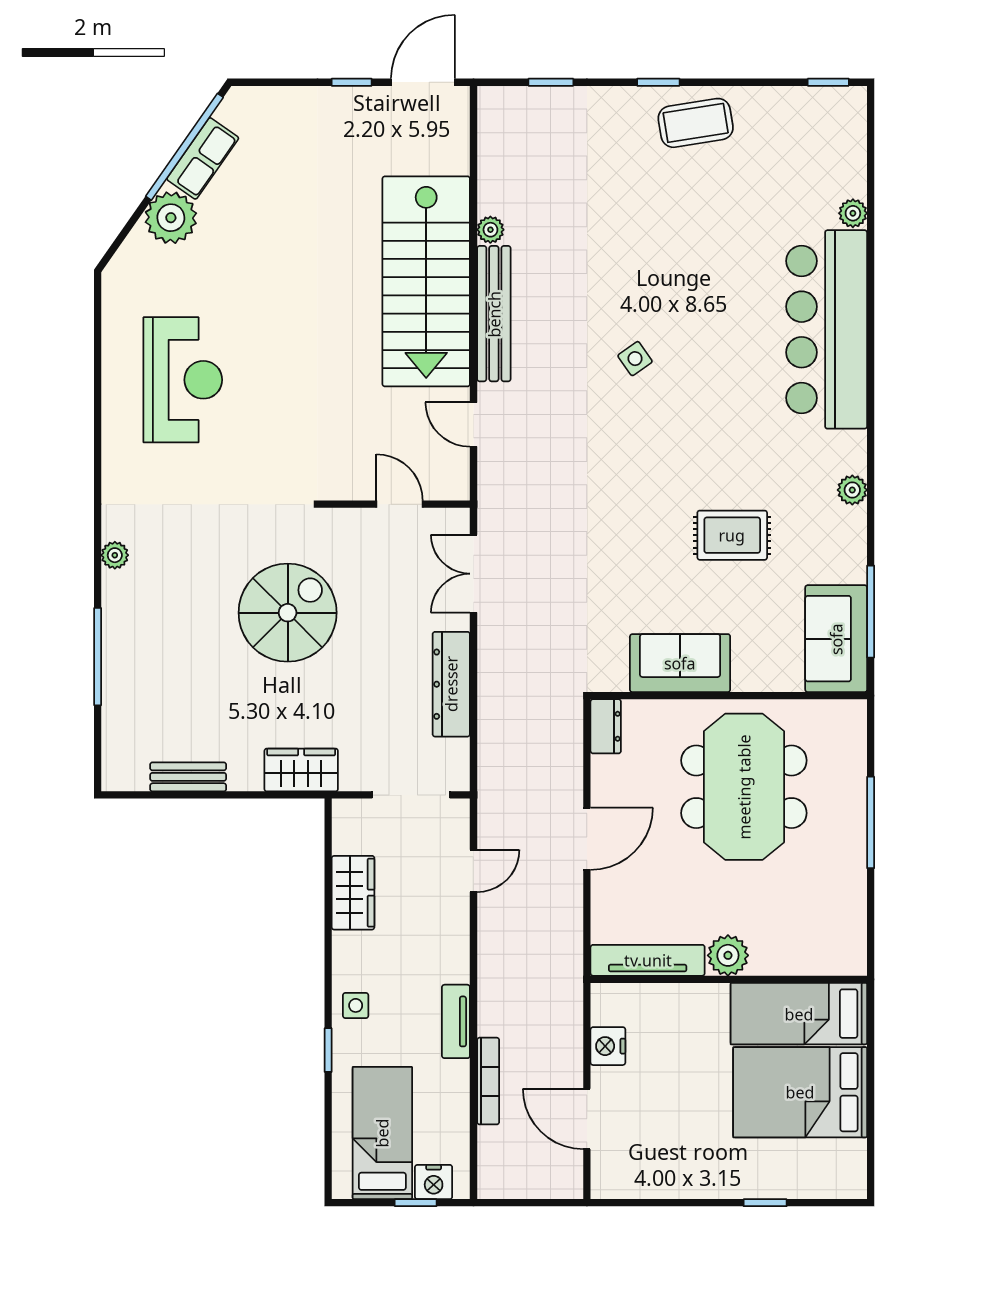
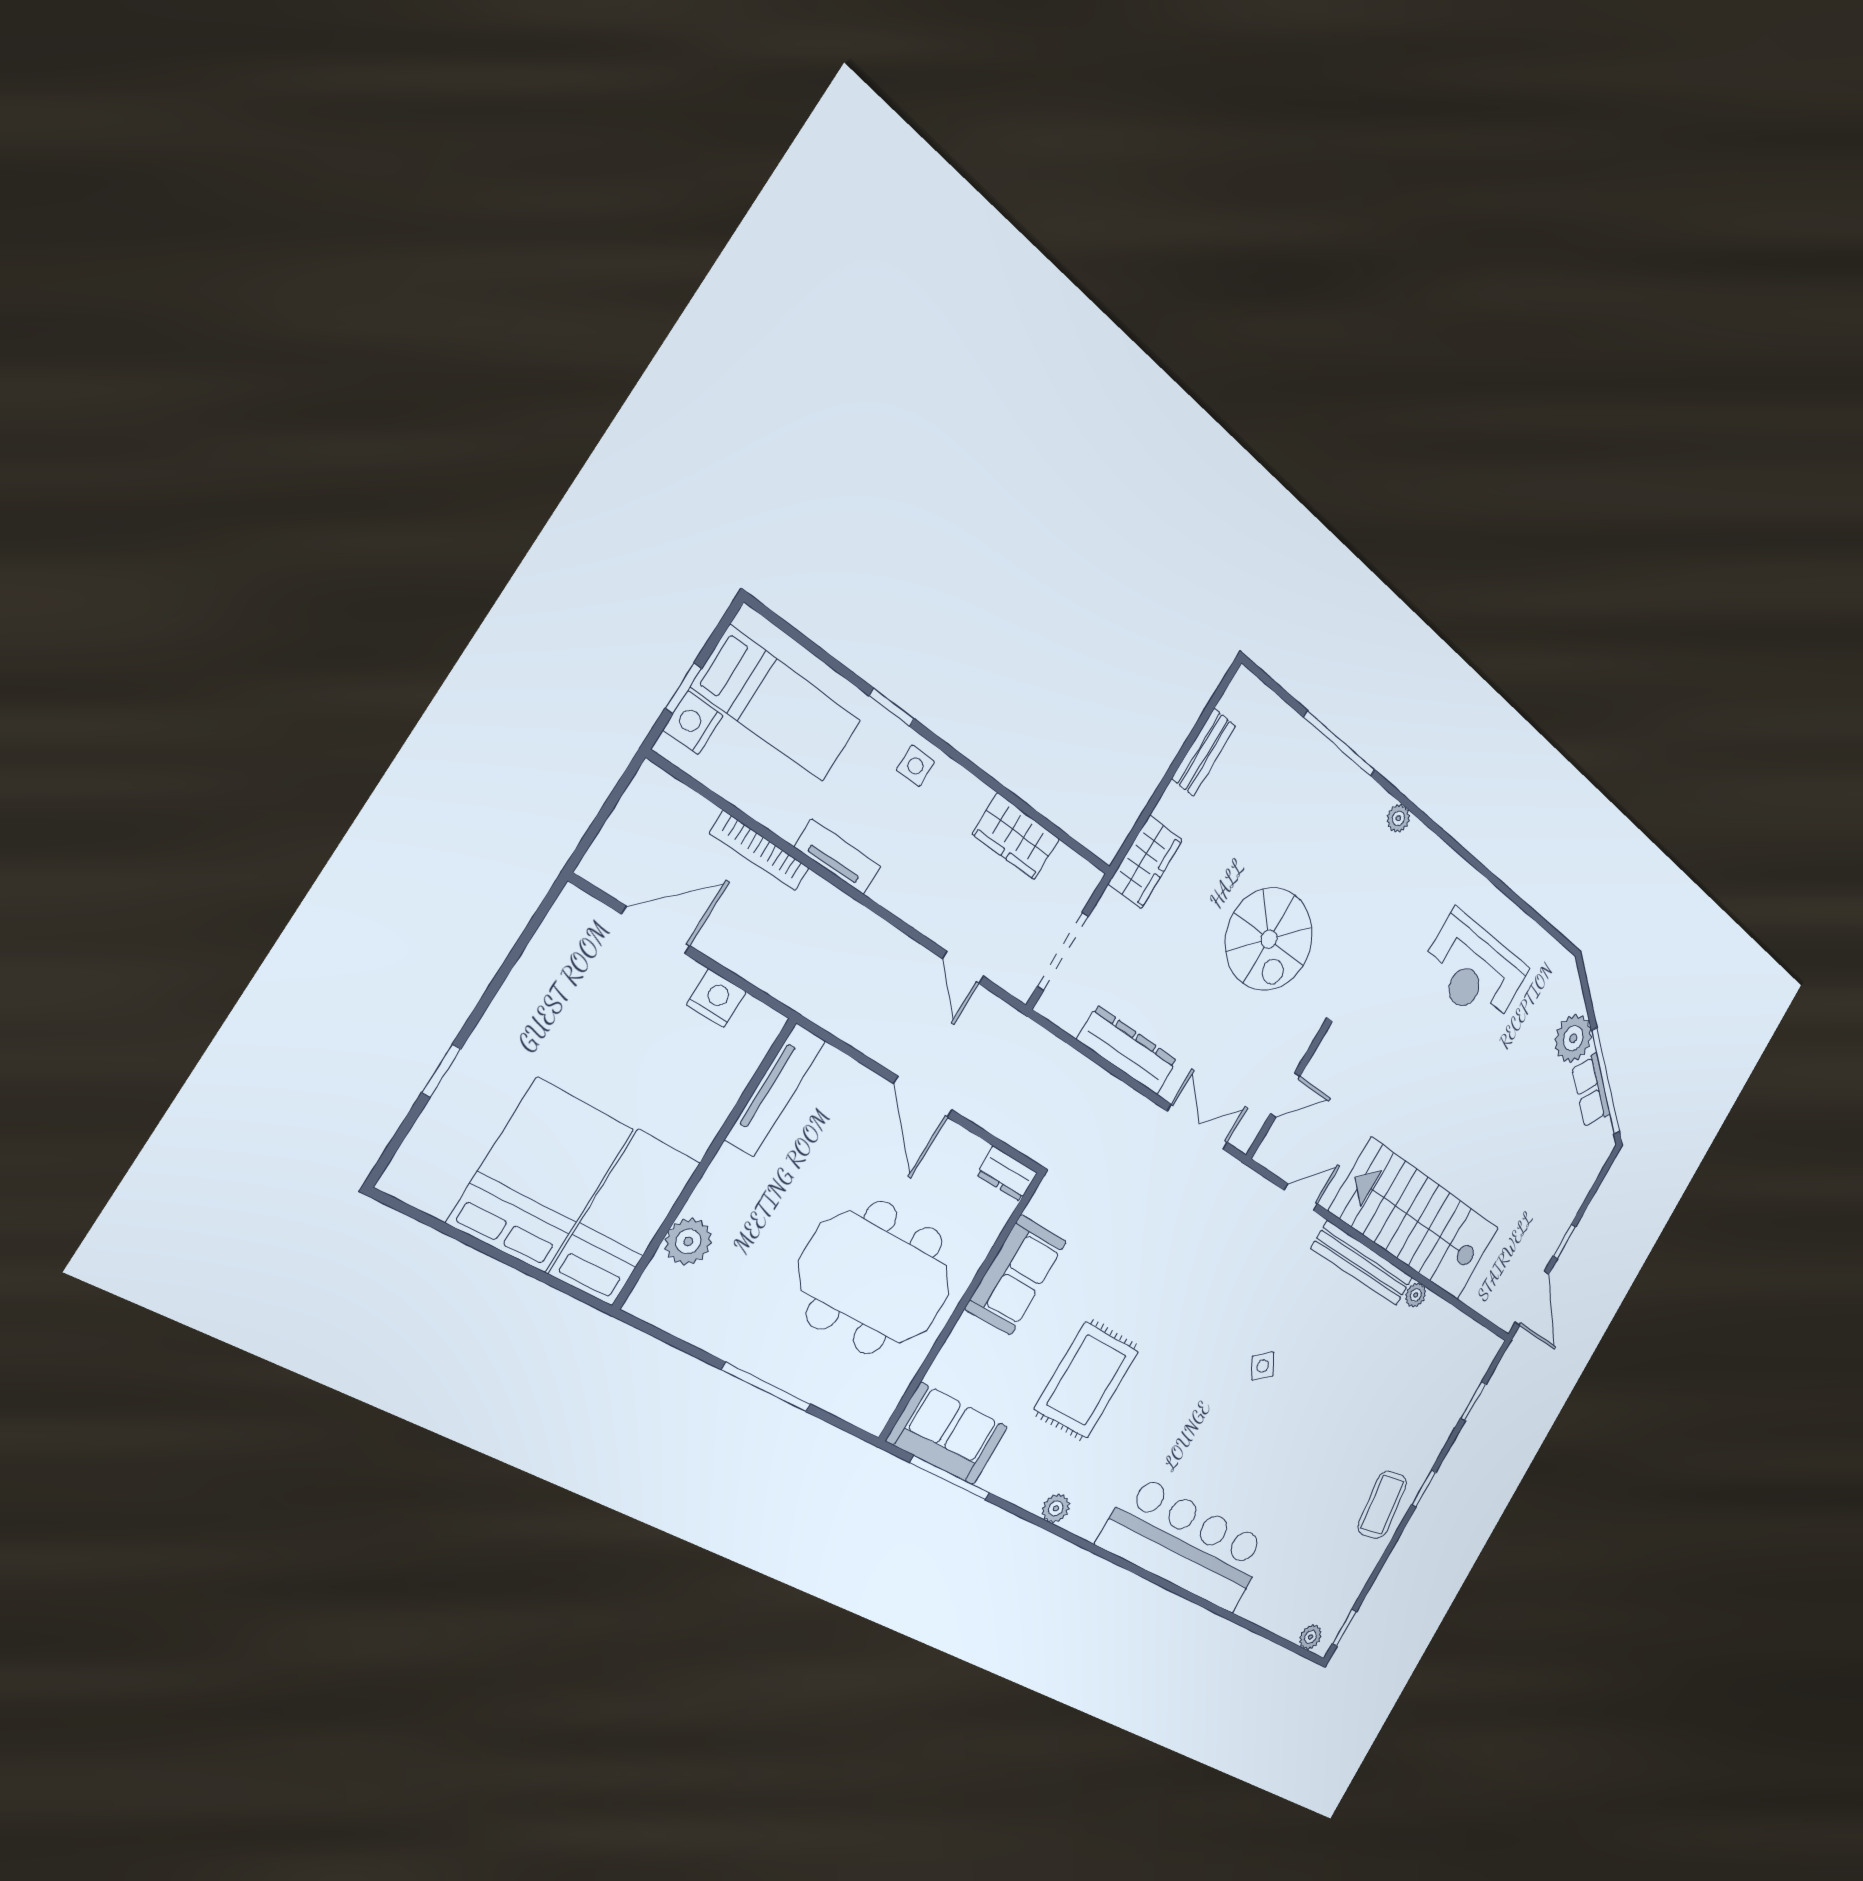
plant: (853, 213) -> (1310, 1637), moved
rug: (732, 535) -> (1086, 1380), width x1.36, depth x1.43
plant: (728, 955) -> (688, 1241), moved

